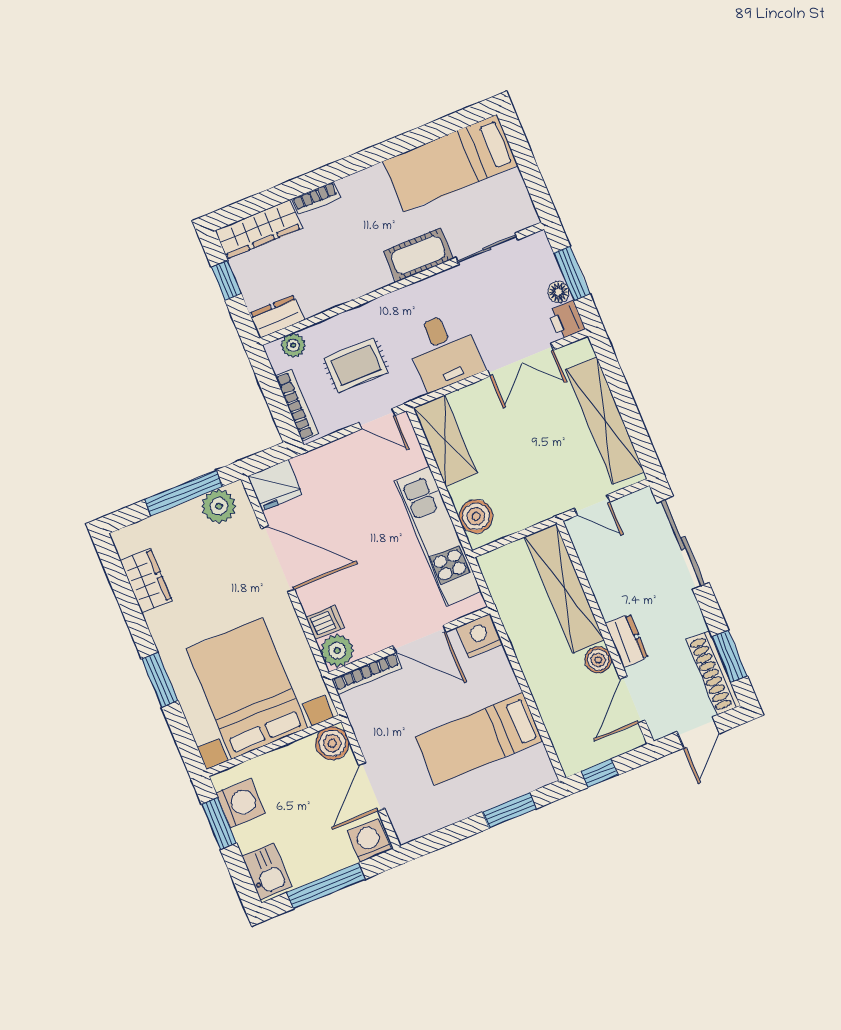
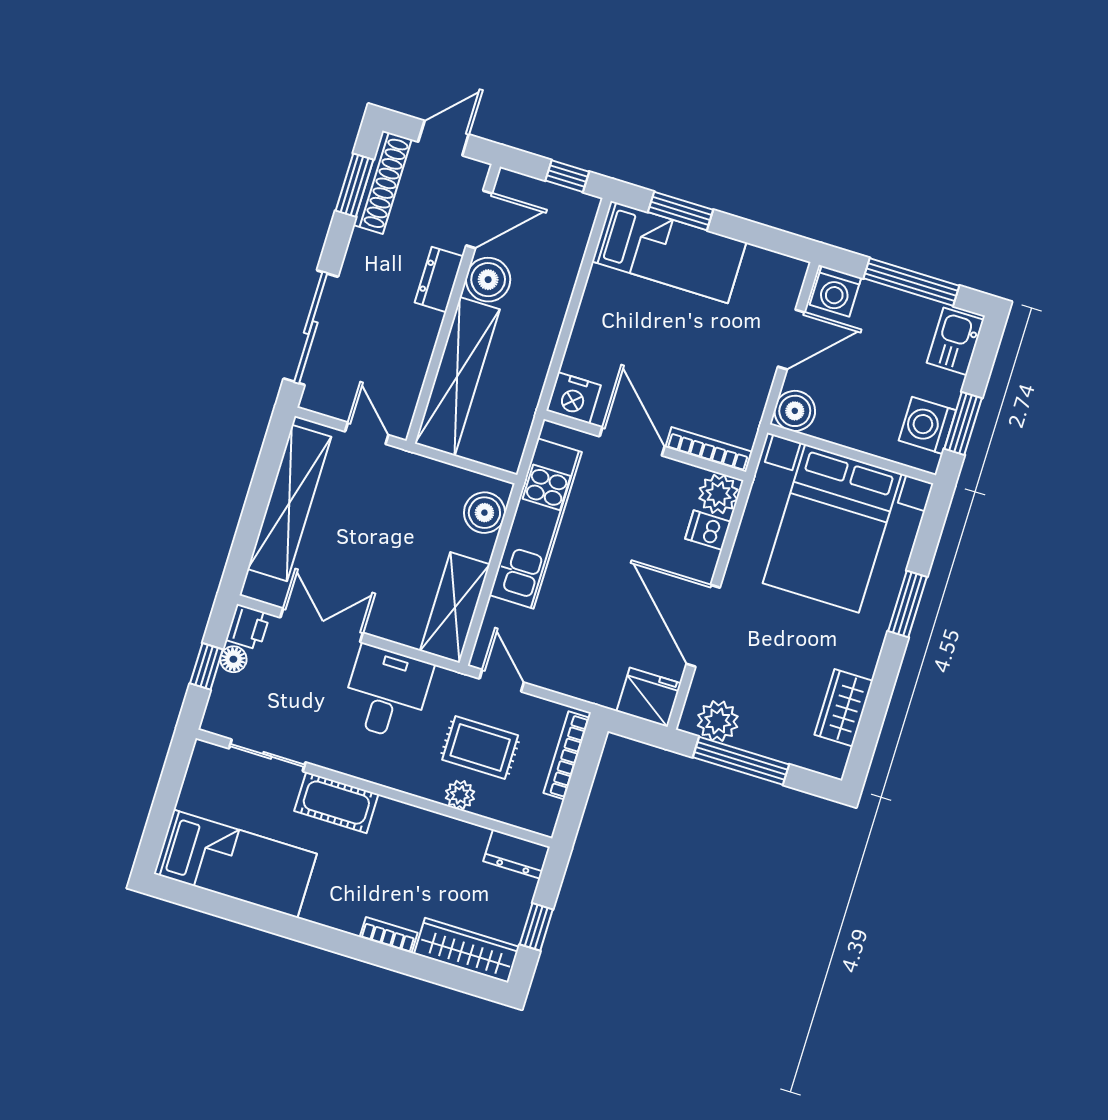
window: (572, 273) -> (206, 666), width x0.67
plant: (293, 345) -> (460, 795), moved
boiler: (598, 660) -> (488, 280), width x1.36, depth x1.36
bed: (479, 739) -> (669, 252), moved

